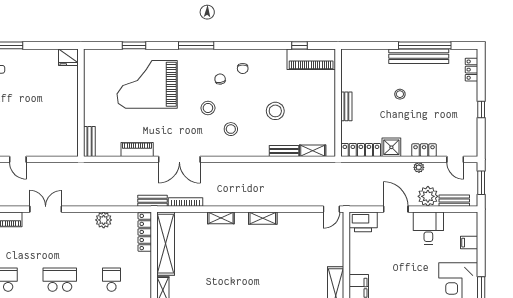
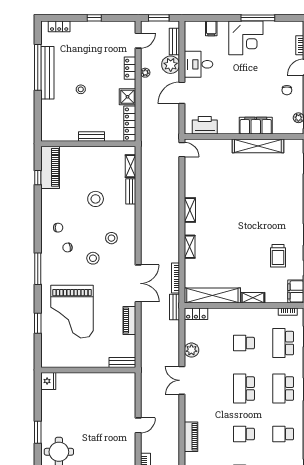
double door: (46, 209) -> (182, 380), moved
printer: (363, 222) -> (205, 125), moved, turned -90
locker: (145, 232) -> (196, 314), width x0.66

